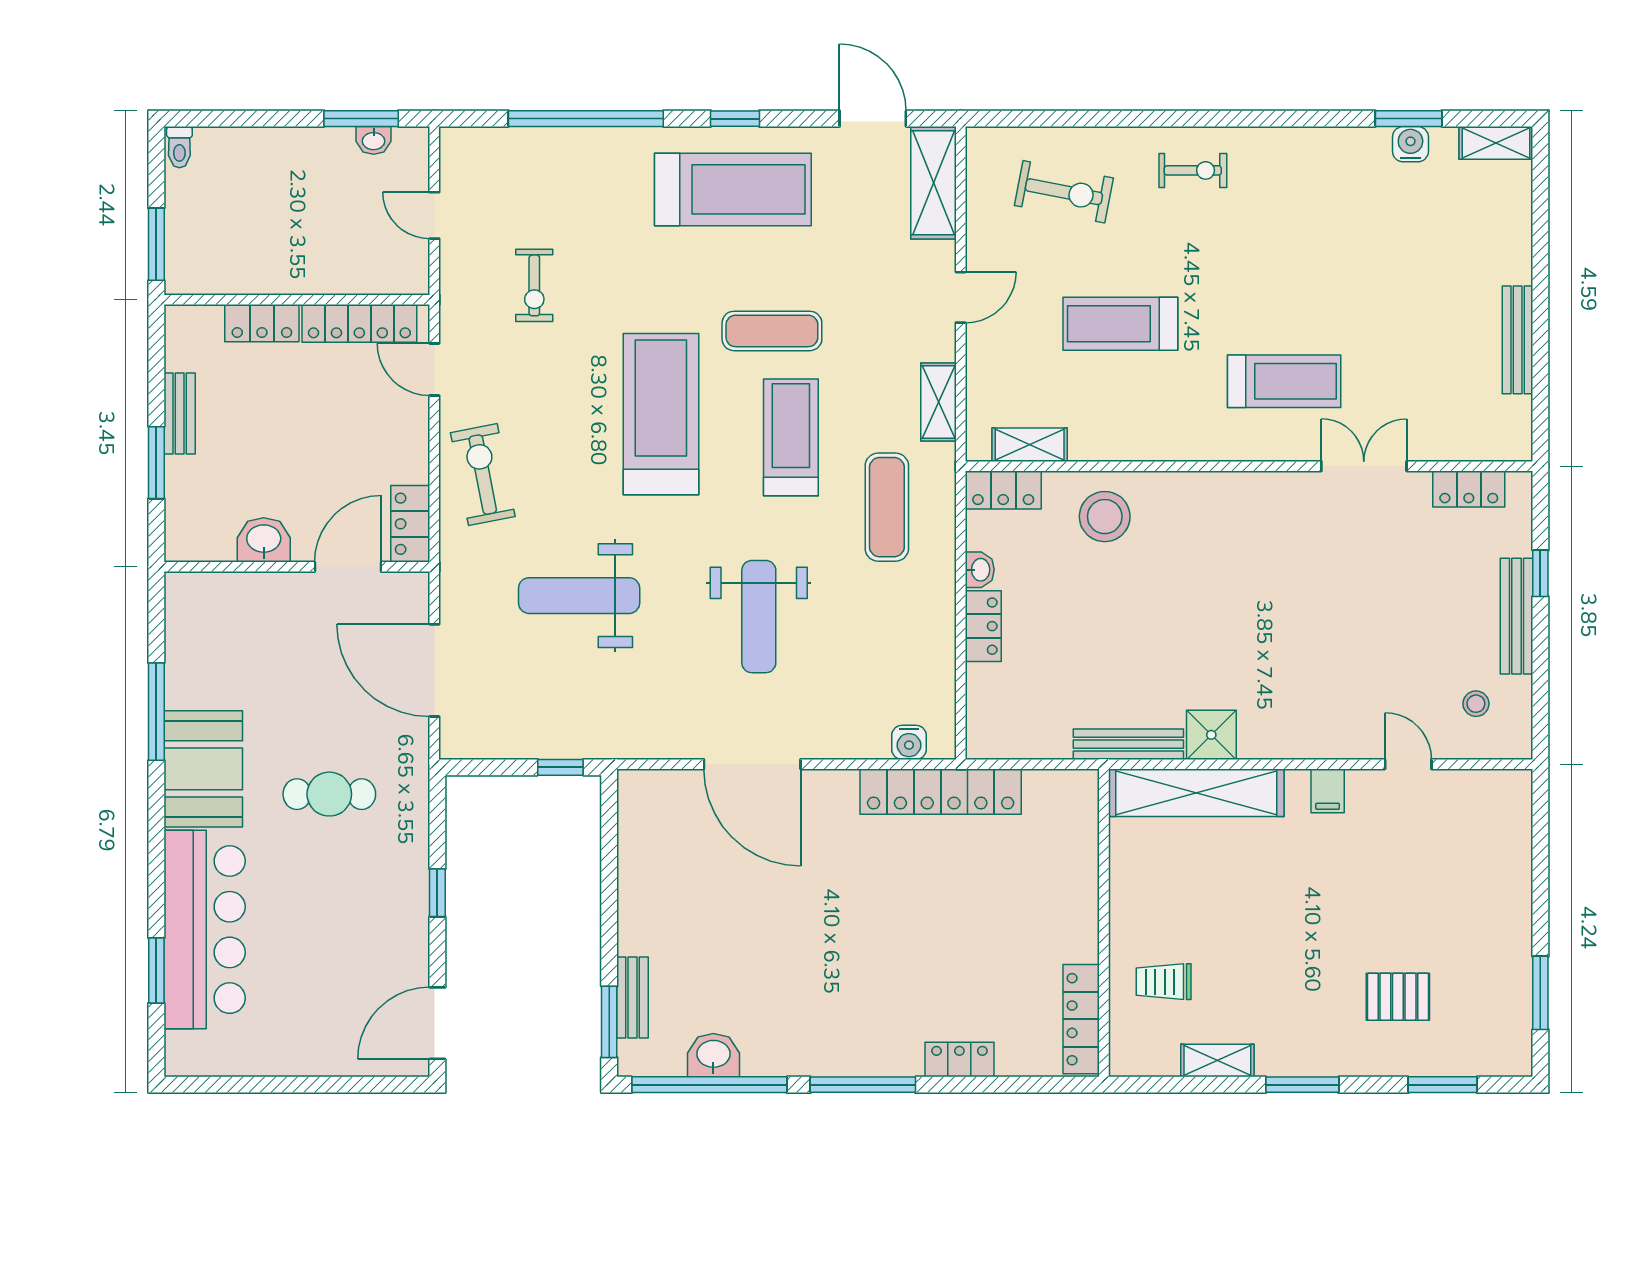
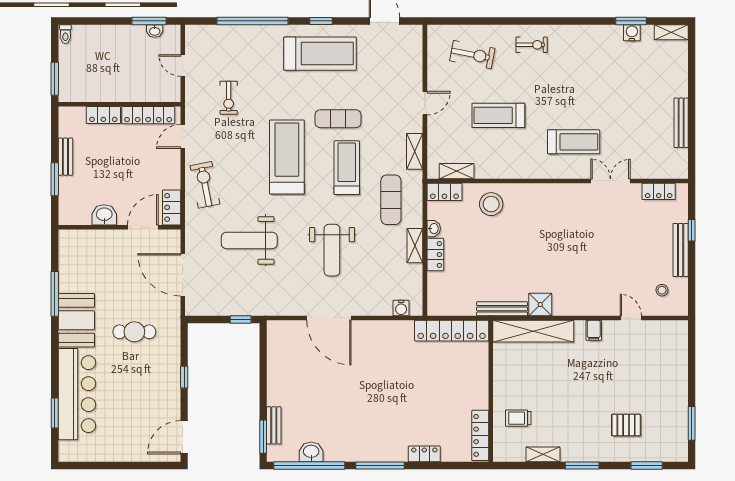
shelving: (933, 183) -> (415, 246), moved, width x0.67, depth x0.75
door: (434, 370) -> (183, 136), hinge flipped
locker: (941, 792) -> (452, 331), moved

